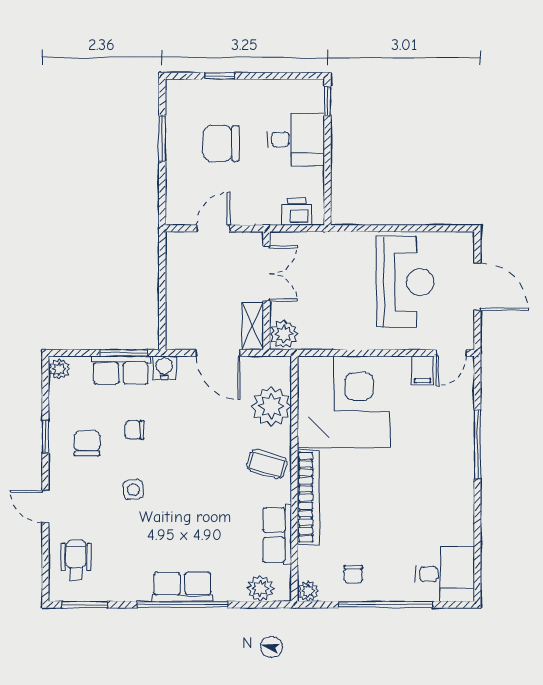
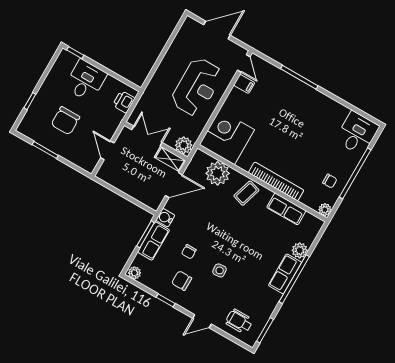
reception desk: (405, 282) -> (197, 87), moved, turned 90
corner desk: (343, 402) -> (227, 137), width x0.74, depth x0.74
plant: (260, 588) -> (300, 250), moved

